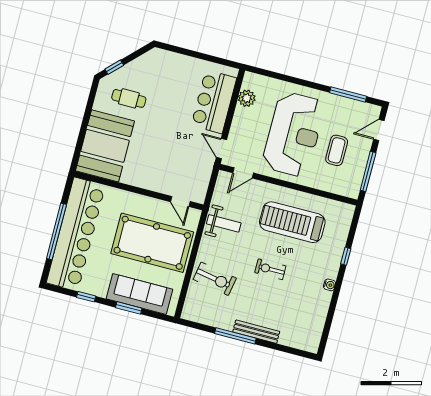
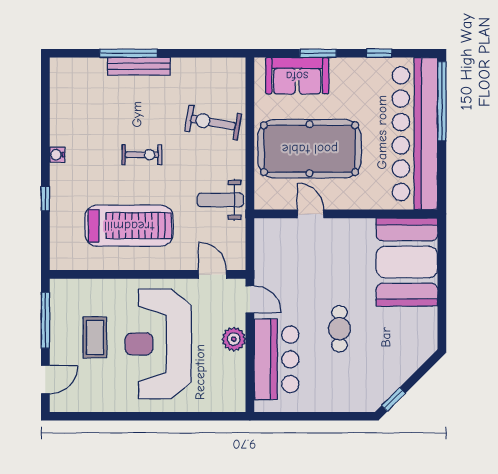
window: (114, 67) -> (394, 399), moved
window: (348, 95) -> (99, 416), removed
cafe table: (129, 98) -> (339, 329), moved, turned 90
plant: (247, 98) -> (234, 339), moved
door: (243, 173) -> (212, 274), hinge flipped
door: (180, 202) -> (310, 214), moved
window: (56, 231) -> (442, 101), moved
sofa: (139, 294) -> (297, 76), width x0.73
window: (235, 336) -> (129, 53), moved

